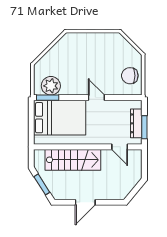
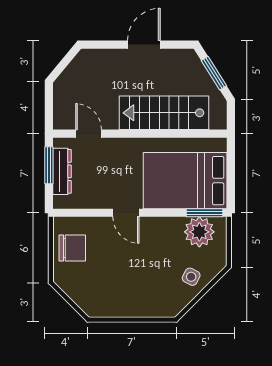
side table: (56, 58) -> (191, 277), added

